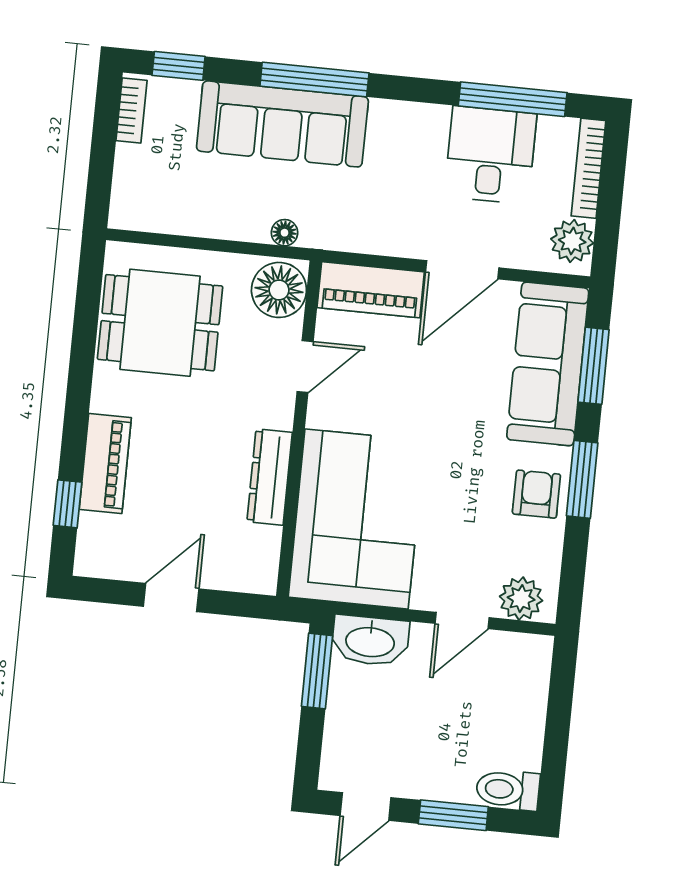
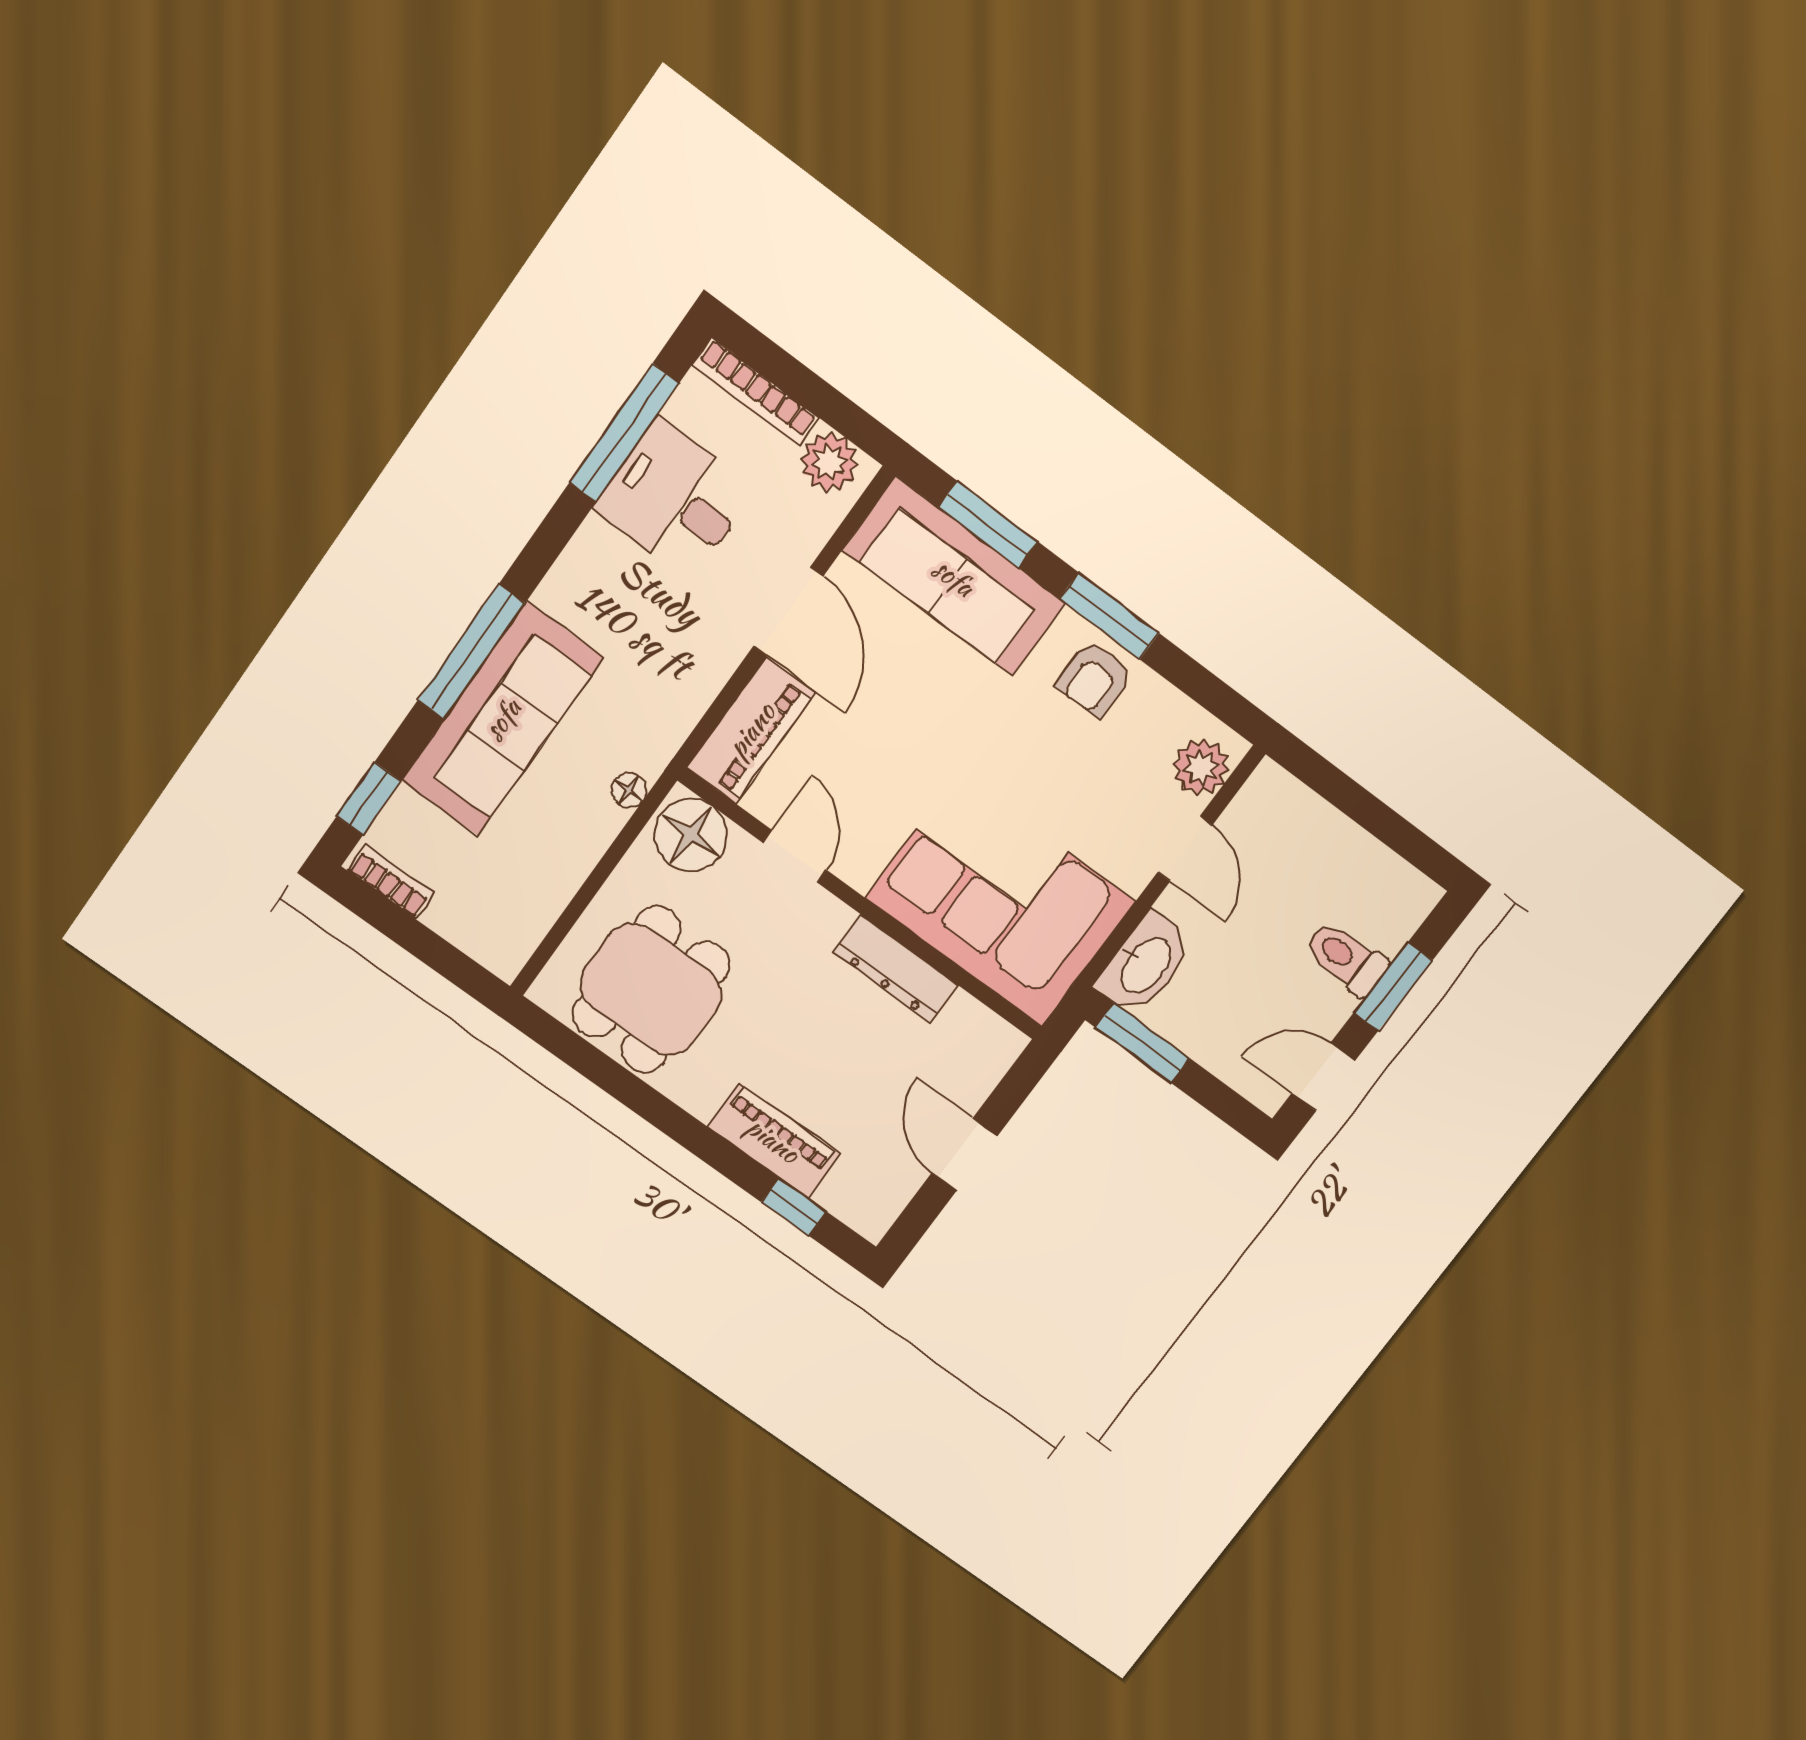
armchair: (536, 494) -> (1094, 679), turned -90
toilet: (508, 790) -> (1346, 958), moved, turned 90
door: (366, 807) -> (1323, 1077), swing flipped

